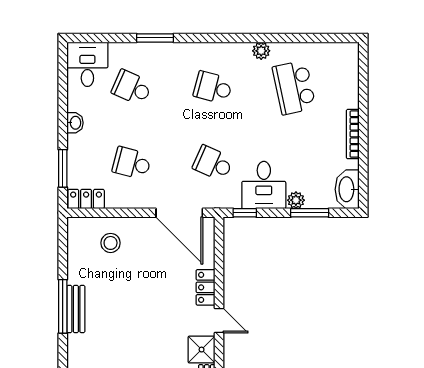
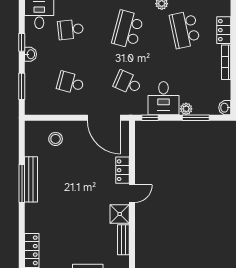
school desk: (132, 88) -> (71, 29), turned -30
school desk: (213, 88) -> (128, 29), width x1.85
window: (63, 106) -> (22, 42), added
washbasin: (347, 189) -> (225, 108), width x0.52, depth x0.69
locker: (86, 199) -> (224, 30), moved, turned -90
bench: (76, 309) -> (31, 179), width x1.36
door: (219, 321) -> (132, 194), hinge flipped

